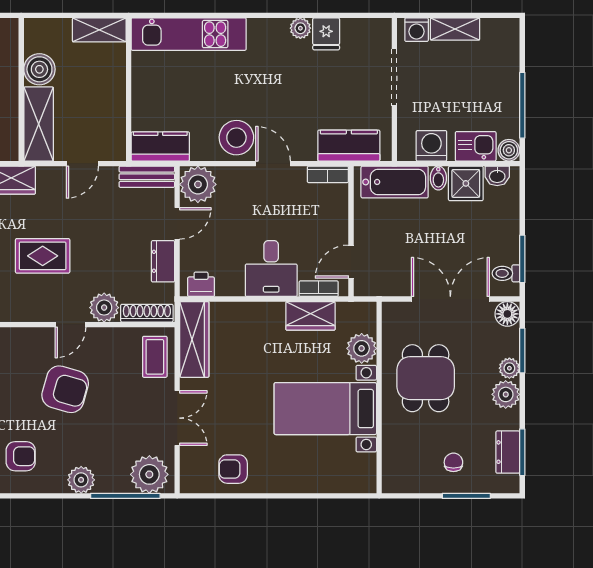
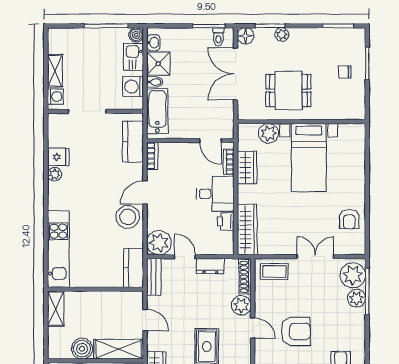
printer: (201, 284) -> (226, 221), moved
wardrobe: (194, 339) -> (247, 230), moved, turned 90
armchair: (65, 389) -> (296, 331), turned 74
plant: (506, 394) -> (299, 37), removed
dresser: (508, 452) -> (338, 36), removed
plant: (81, 480) -> (356, 298), moved

